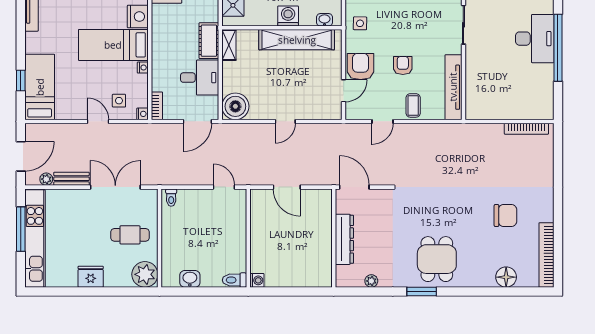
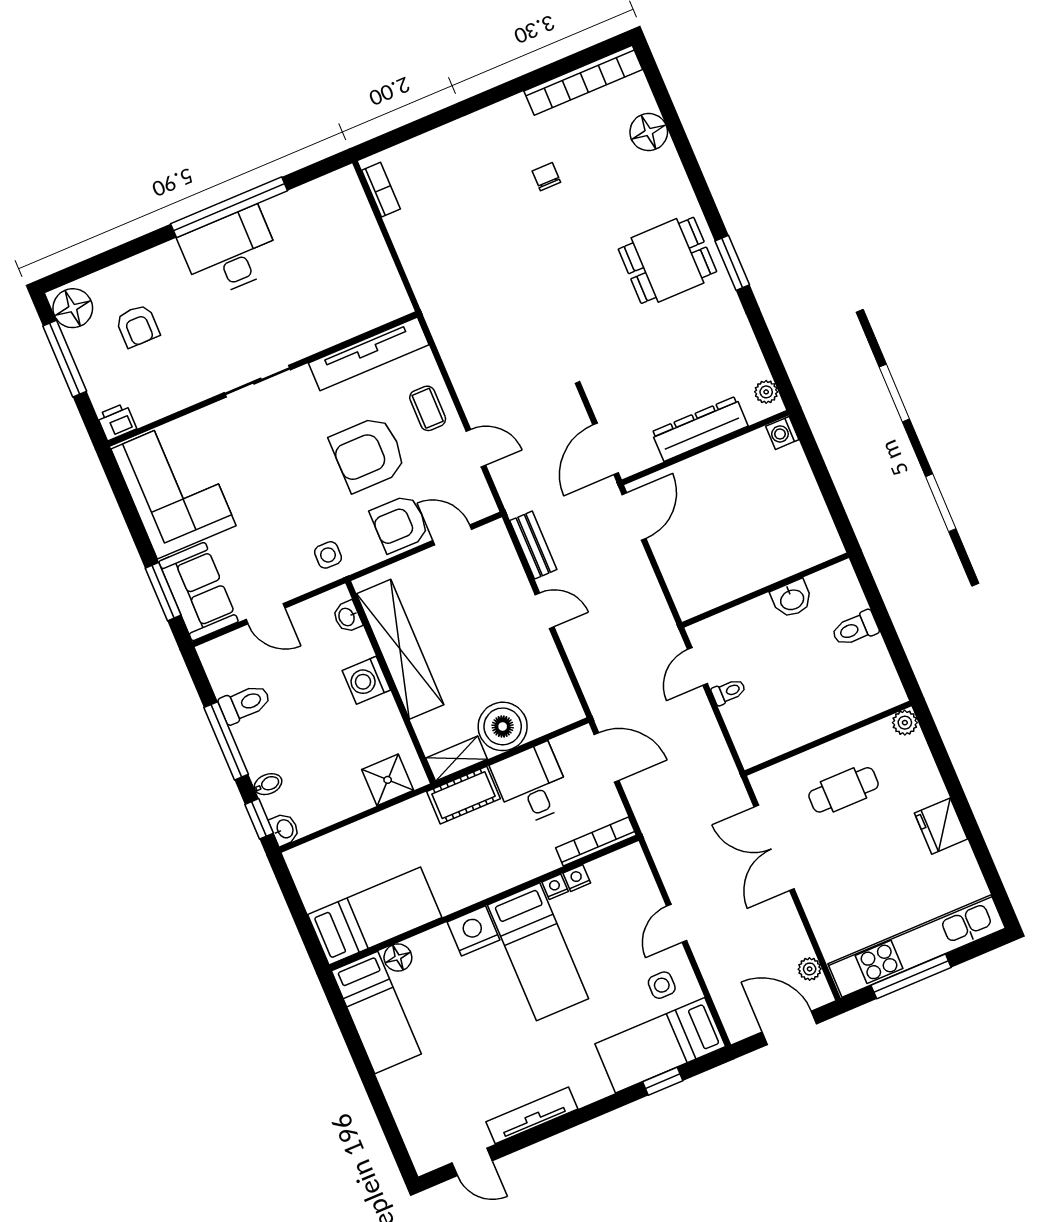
armchair: (403, 65) -> (368, 454), width x1.88, depth x1.88
side table: (119, 101) -> (662, 985), moved
coffee table: (413, 105) -> (428, 408), turned 90
bookcase: (157, 106) -> (596, 842), width x1.56
boiler: (235, 106) -> (503, 726), moved
nightstand: (142, 114) -> (577, 878), moved
bookcase: (526, 129) -> (381, 190), width x0.64
bench: (71, 179) -> (533, 545), moved
door: (287, 187) -> (634, 516), moved
toilet: (171, 198) -> (729, 692), moved
chair: (505, 216) -> (546, 177), width x0.54, depth x0.54
cafe table: (130, 235) -> (844, 790), turned 90
plant: (145, 274) -> (905, 723), width x0.53, depth x0.53
washbasin: (190, 279) -> (792, 599), moved, turned -90
toilet: (234, 280) -> (855, 629), moved, turned 90
washing machine: (257, 280) -> (782, 433), moved, turned -90
plant: (371, 281) -> (766, 392), moved

